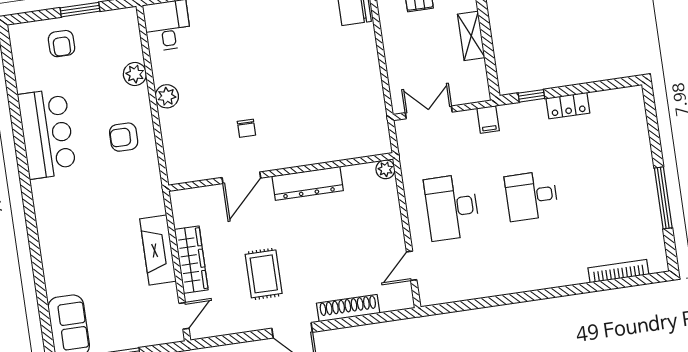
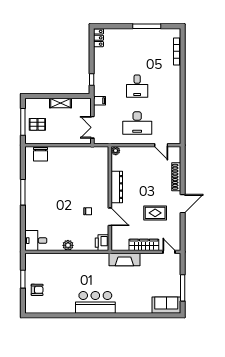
plant: (135, 74) -> (56, 258), removed
locker: (568, 106) -> (99, 38), moved
bar counter: (47, 134) -> (95, 302), moved
armchair: (124, 137) -> (84, 268), removed
printer: (183, 169) -> (102, 243), added
fireplace: (158, 250) -> (124, 259), moved

